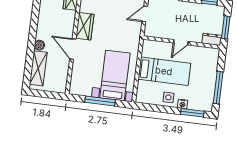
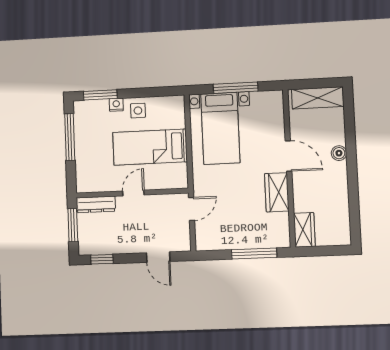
door: (145, 14) -> (192, 209), moved
dresser: (212, 39) -> (96, 204), width x1.44
shelving: (38, 68) -> (317, 98), moved, turned 90

